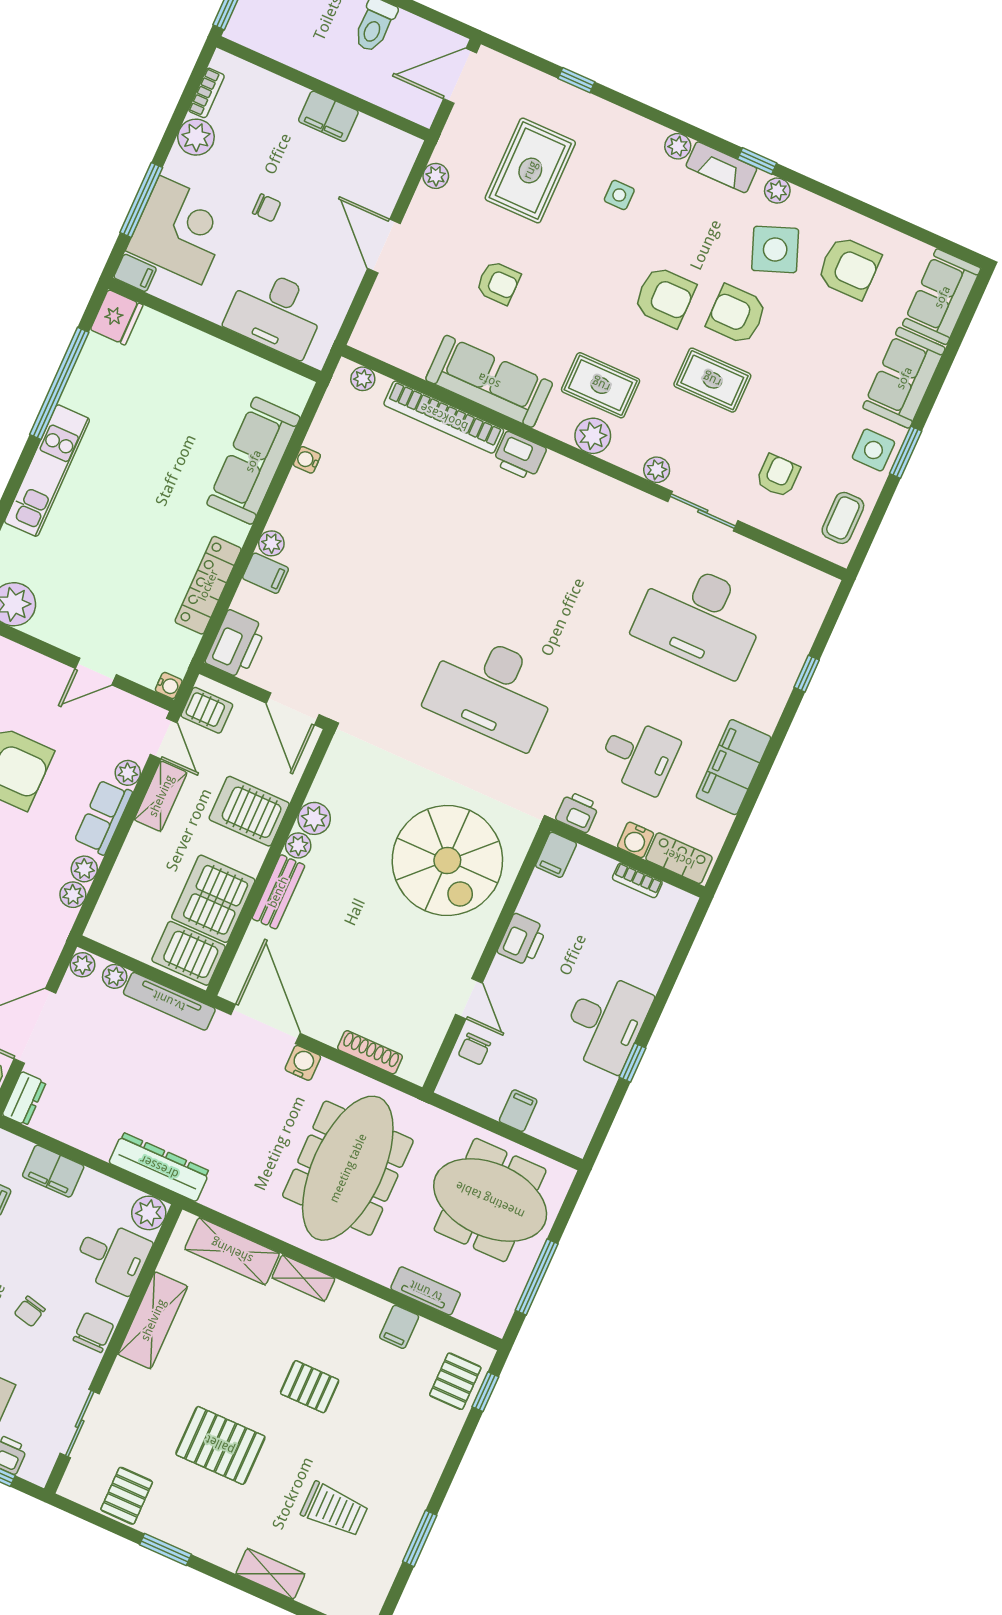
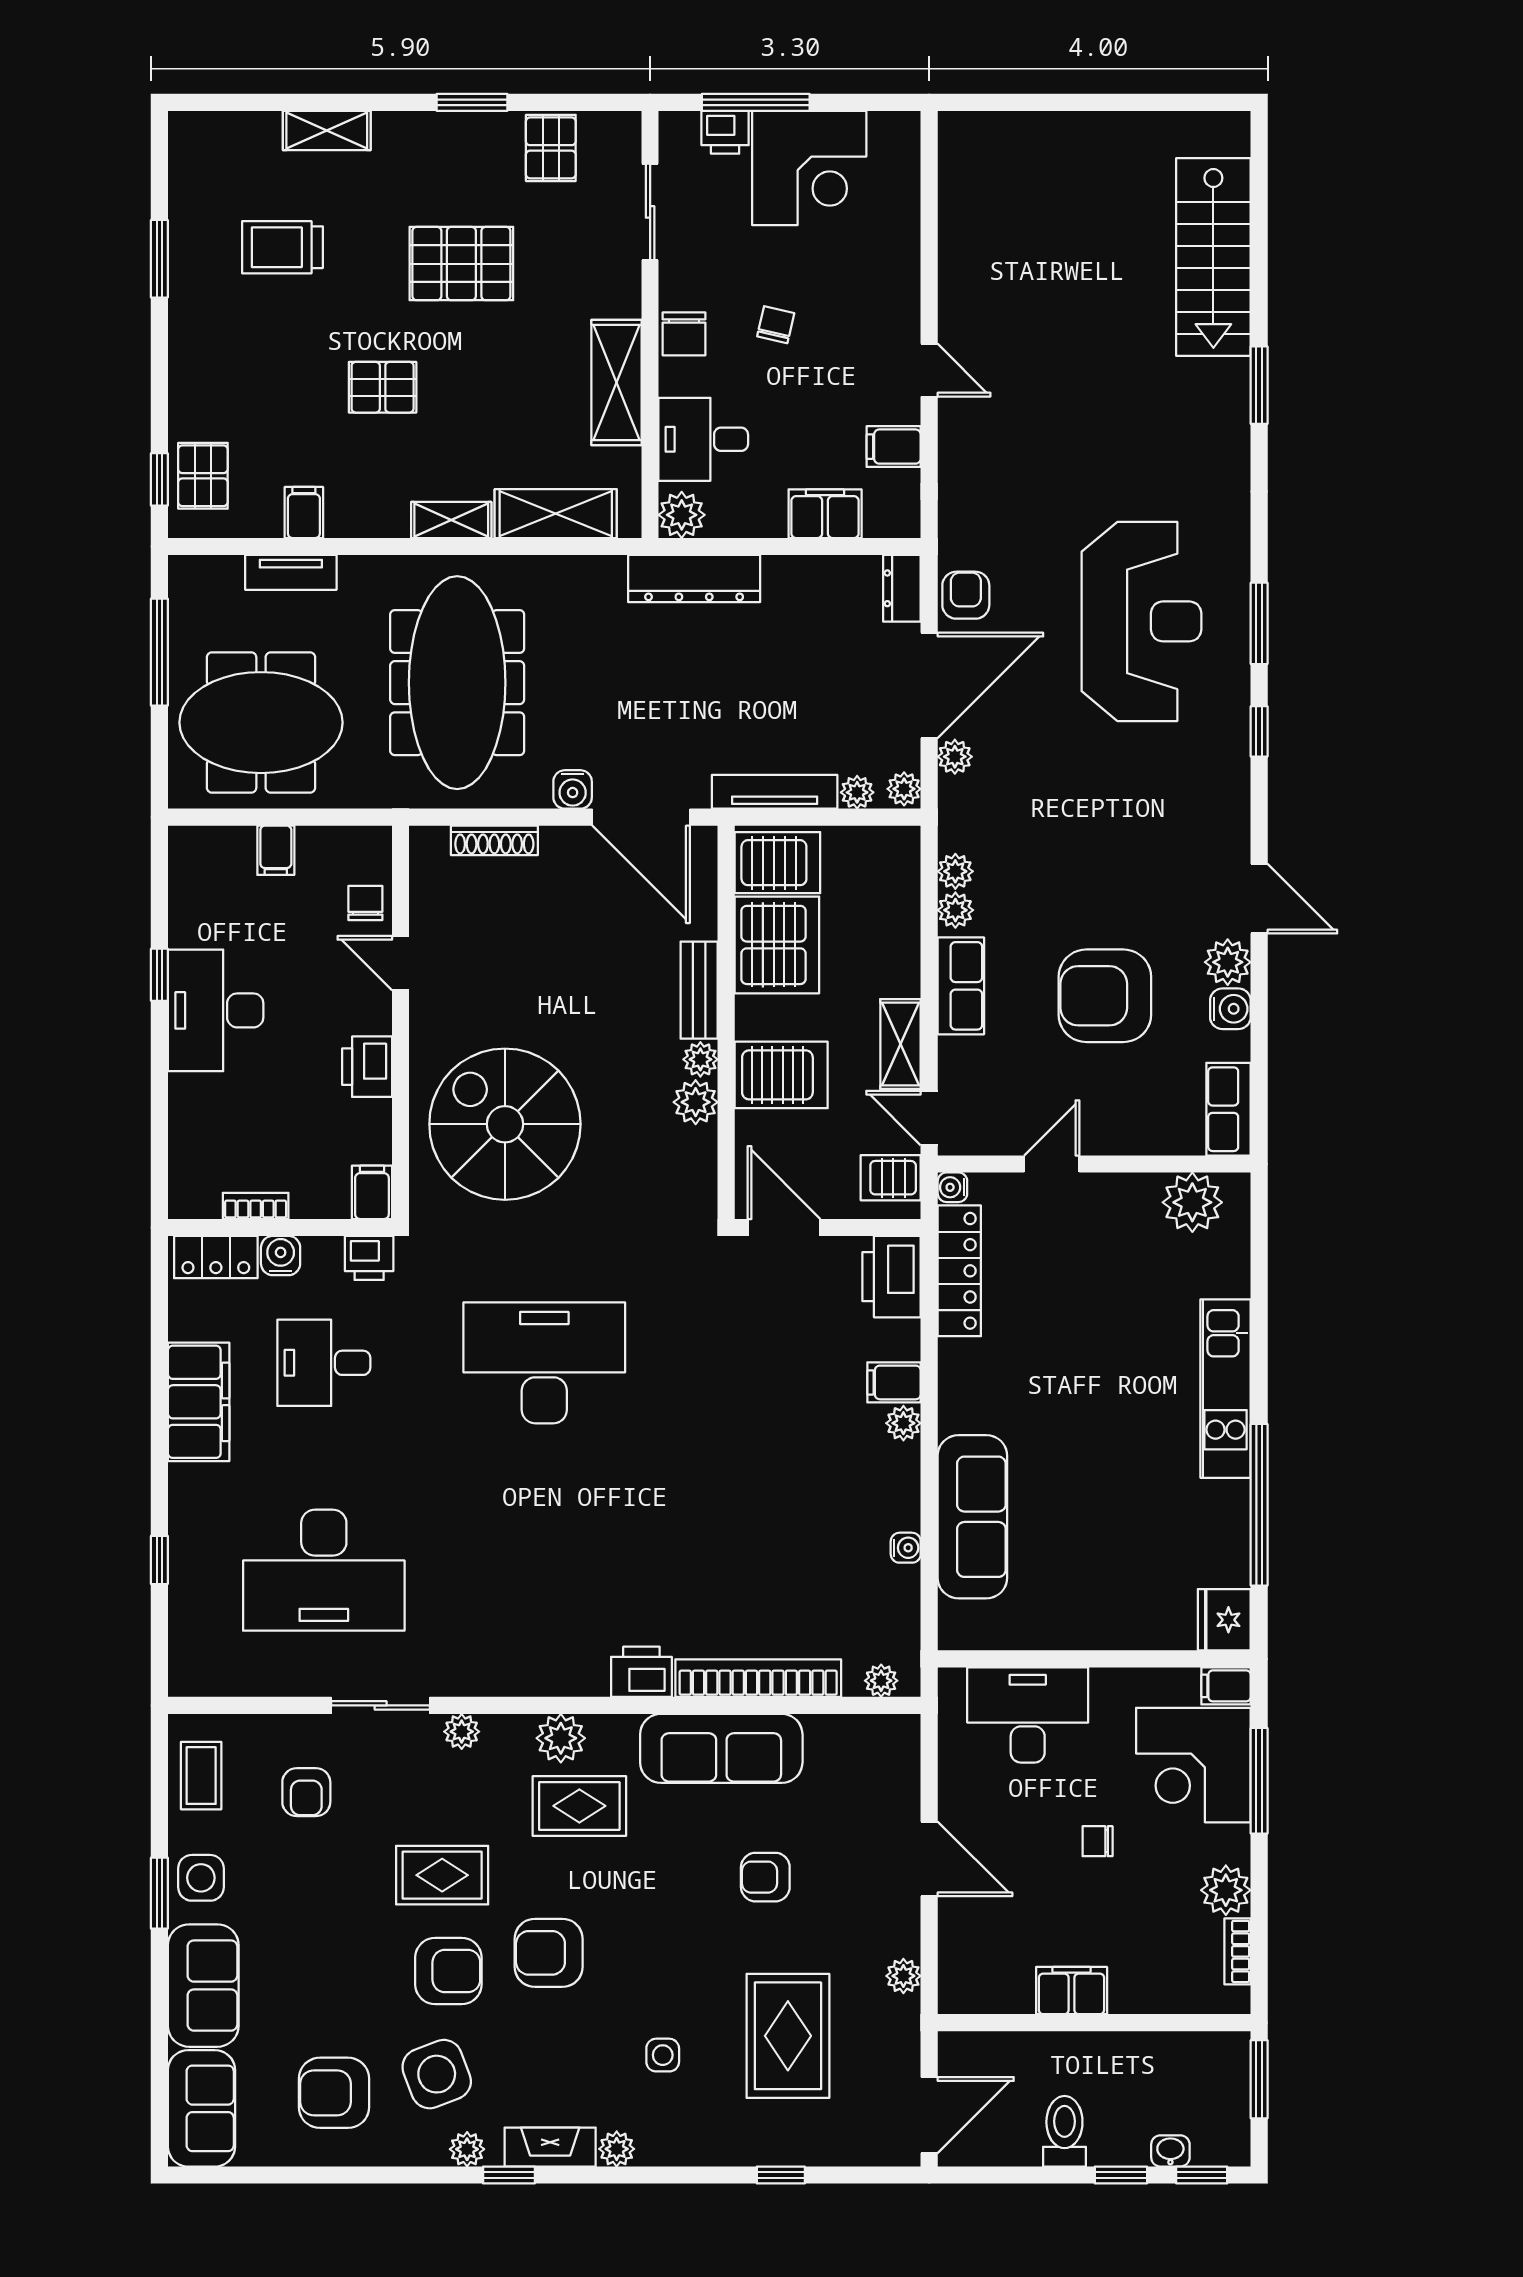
locker: (208, 585) -> (959, 1271), moved
desk: (700, 618) -> (324, 1570), turned 180
plant: (128, 773) -> (955, 757), moved

